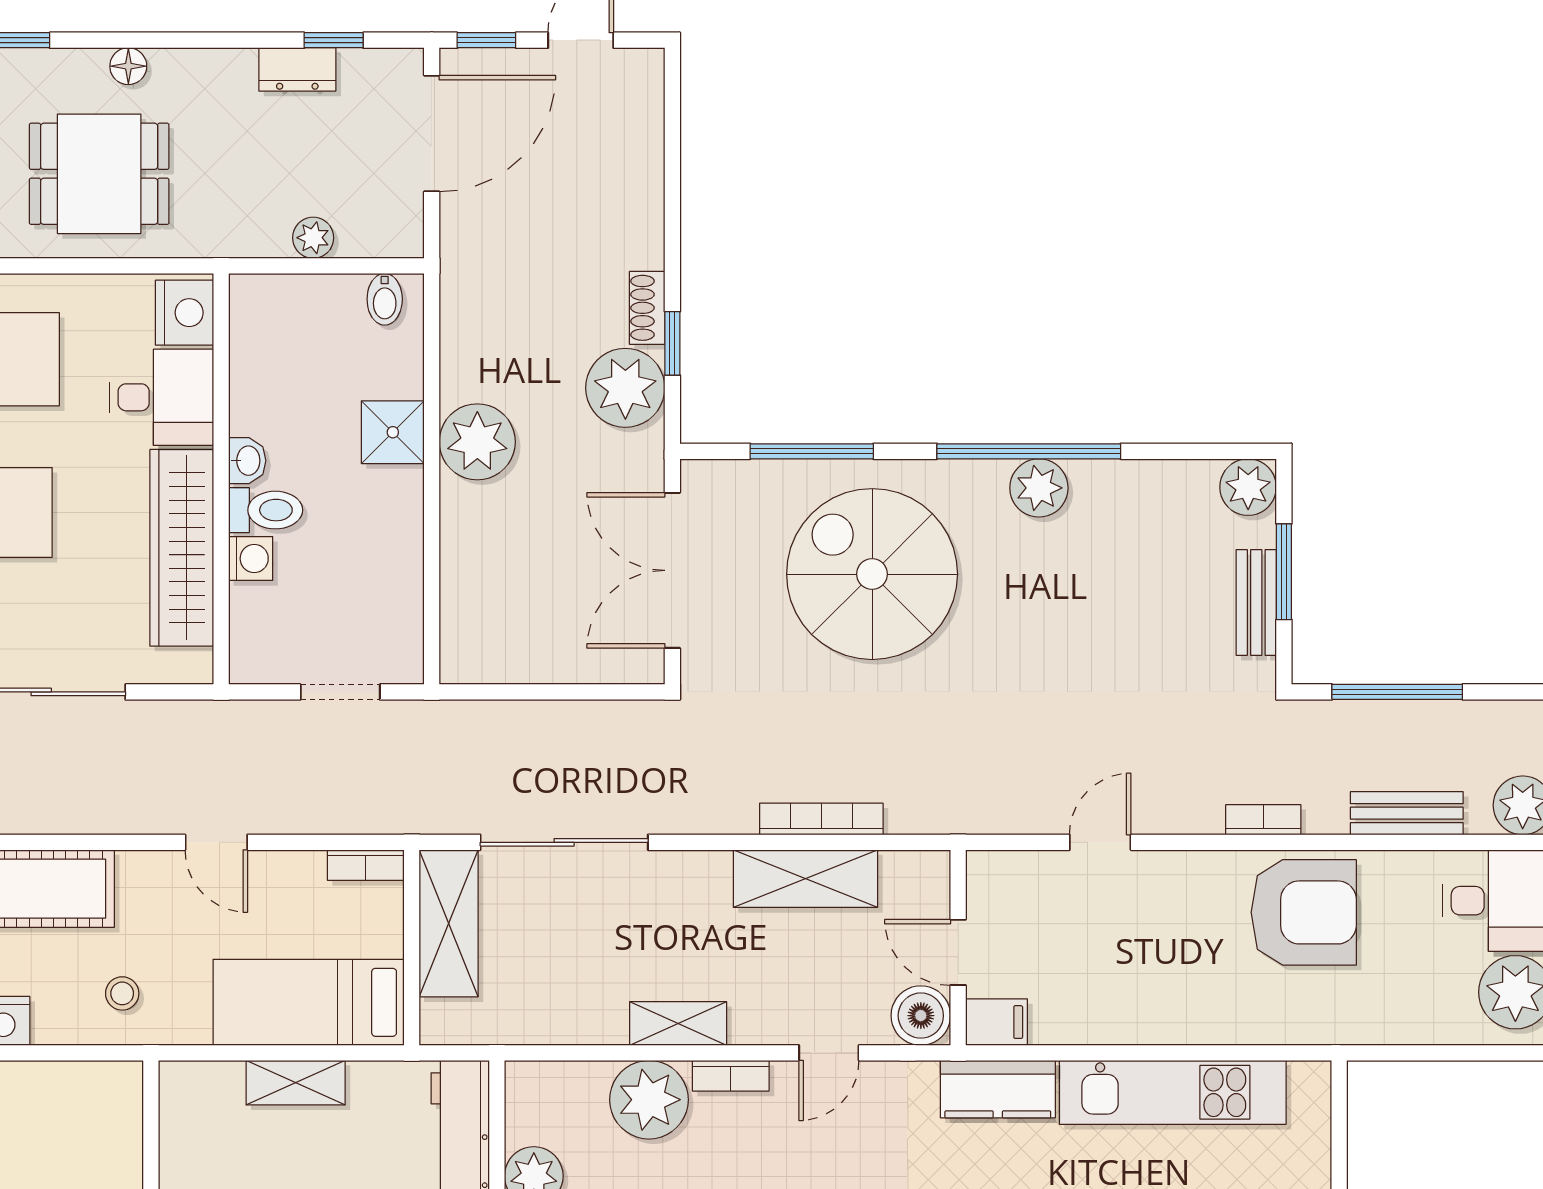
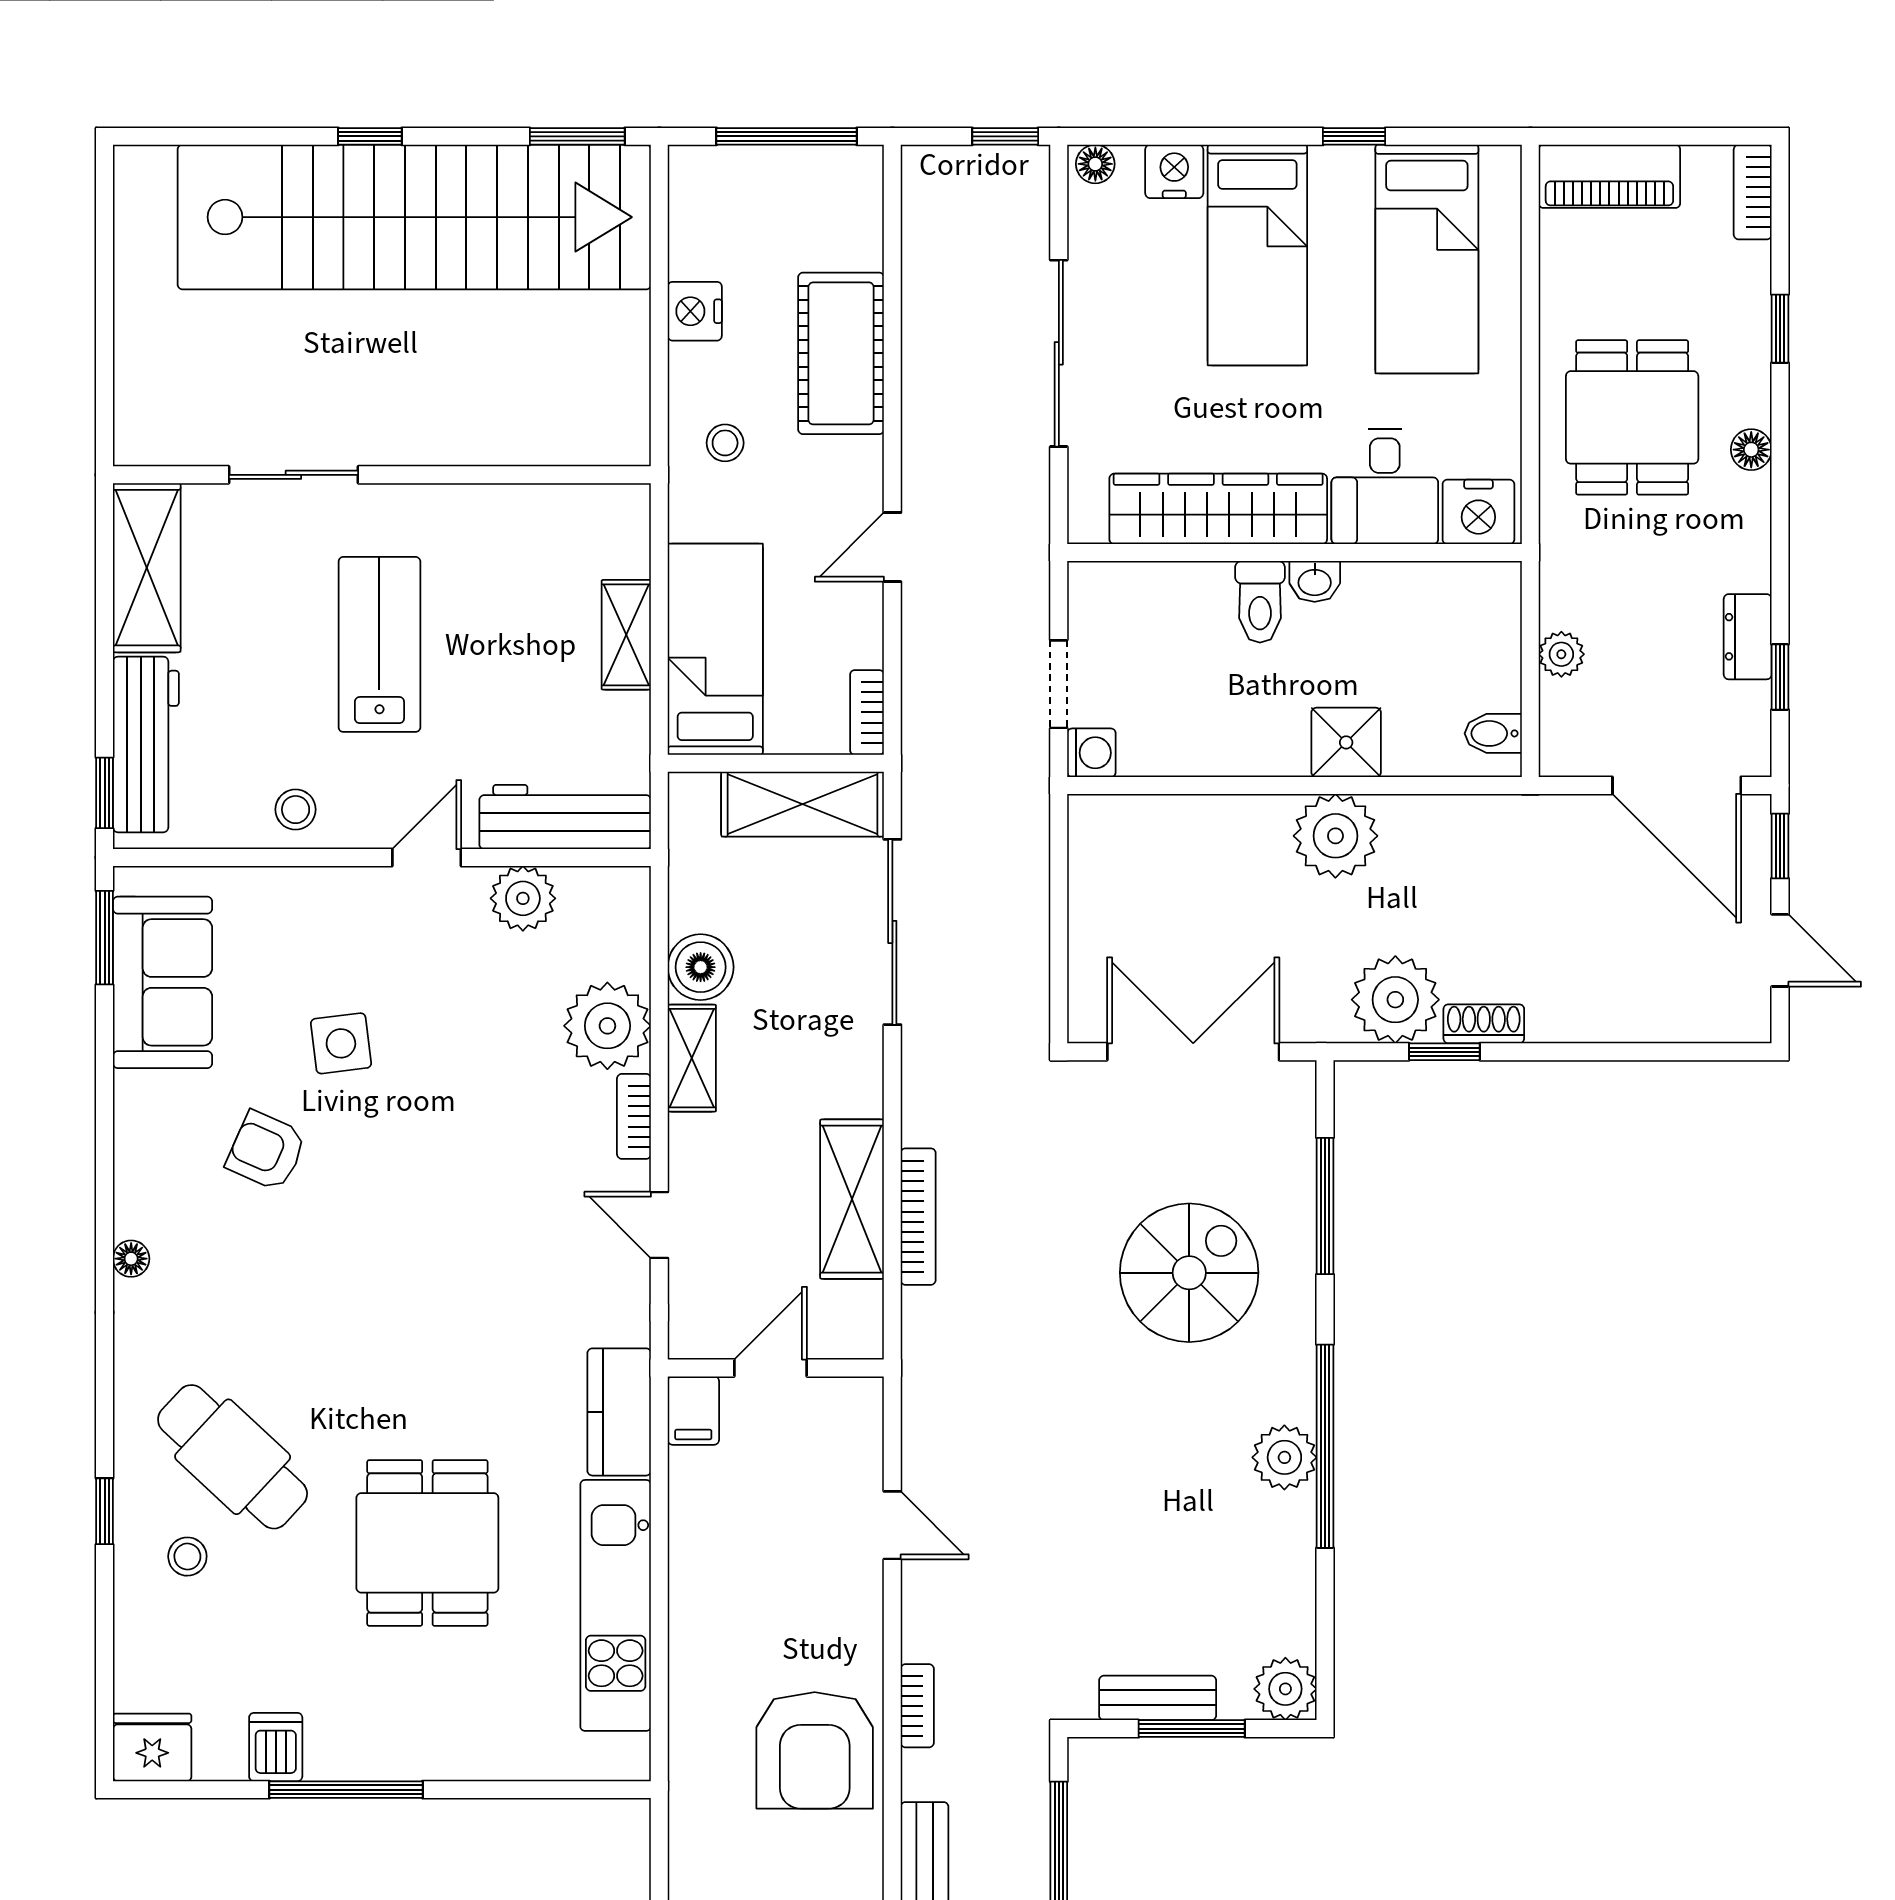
washing machine: (251, 559) -> (1091, 753), moved, turned -90
spiral stairs: (872, 574) -> (1189, 1273), width x0.73, depth x0.73
boiler: (921, 1016) -> (701, 967), moved

